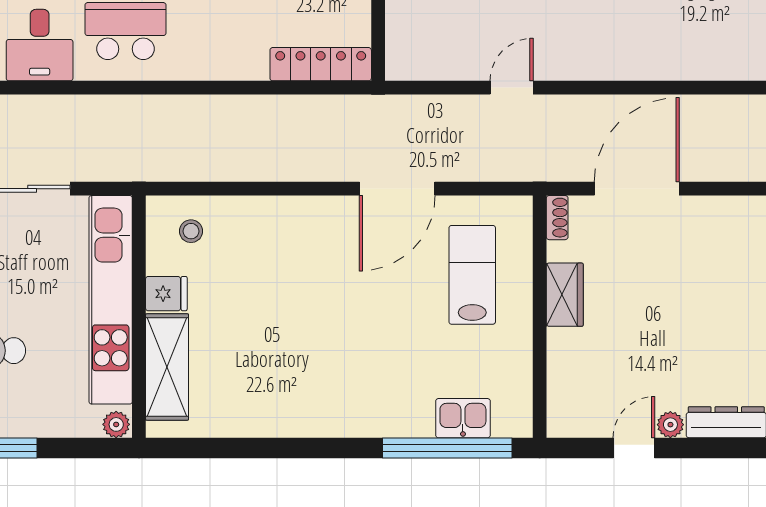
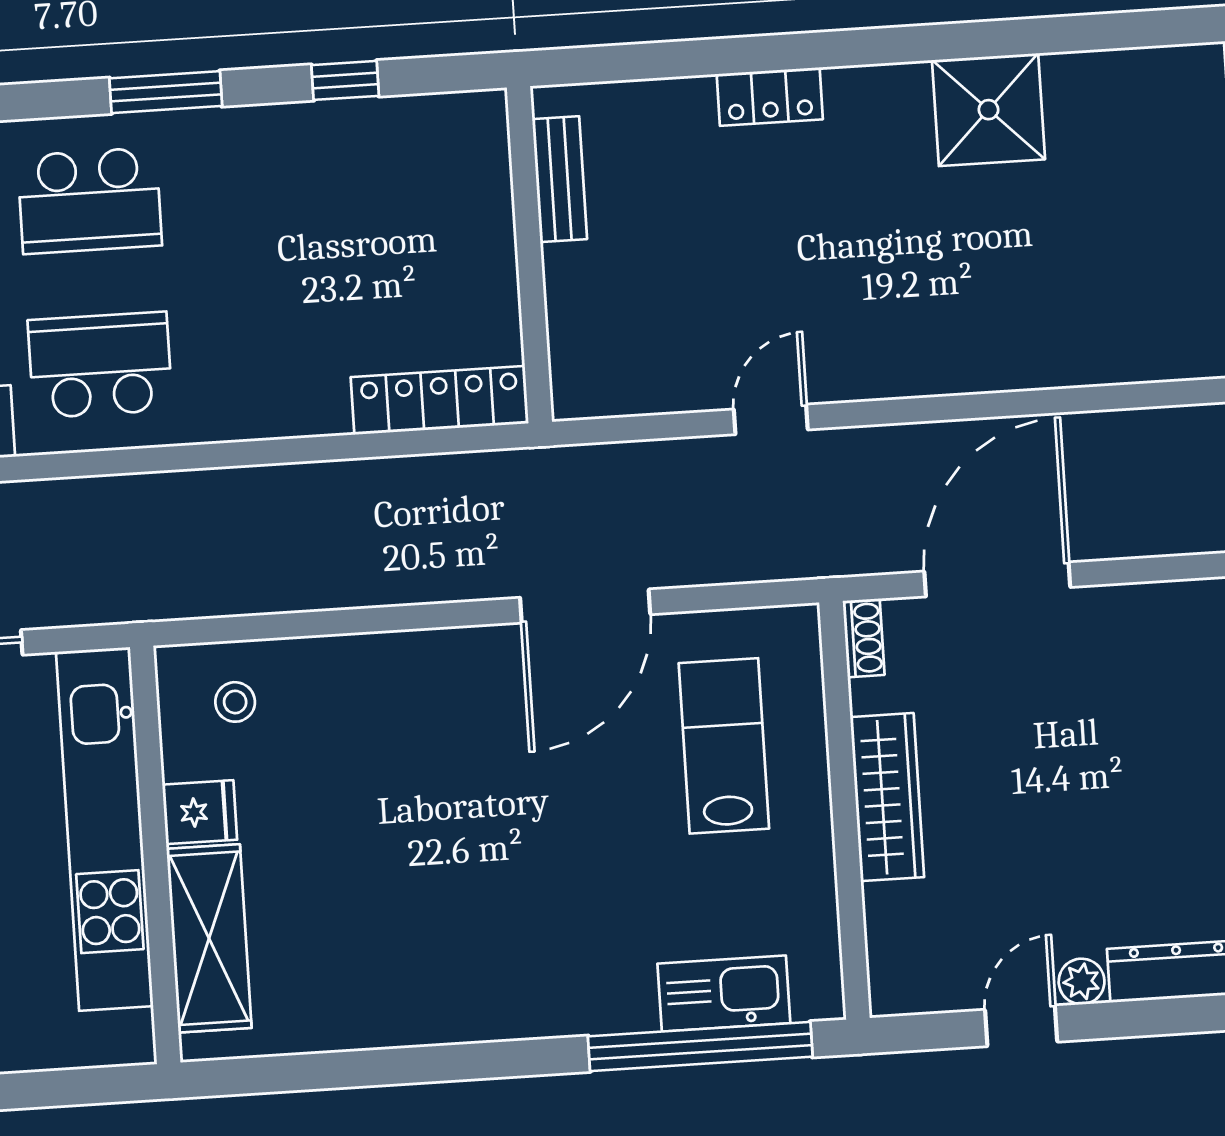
wardrobe: (565, 295) -> (887, 797), width x1.50
kitchen sink: (463, 418) -> (724, 993), width x1.38
plant: (116, 424) -> (128, 1043), removed

